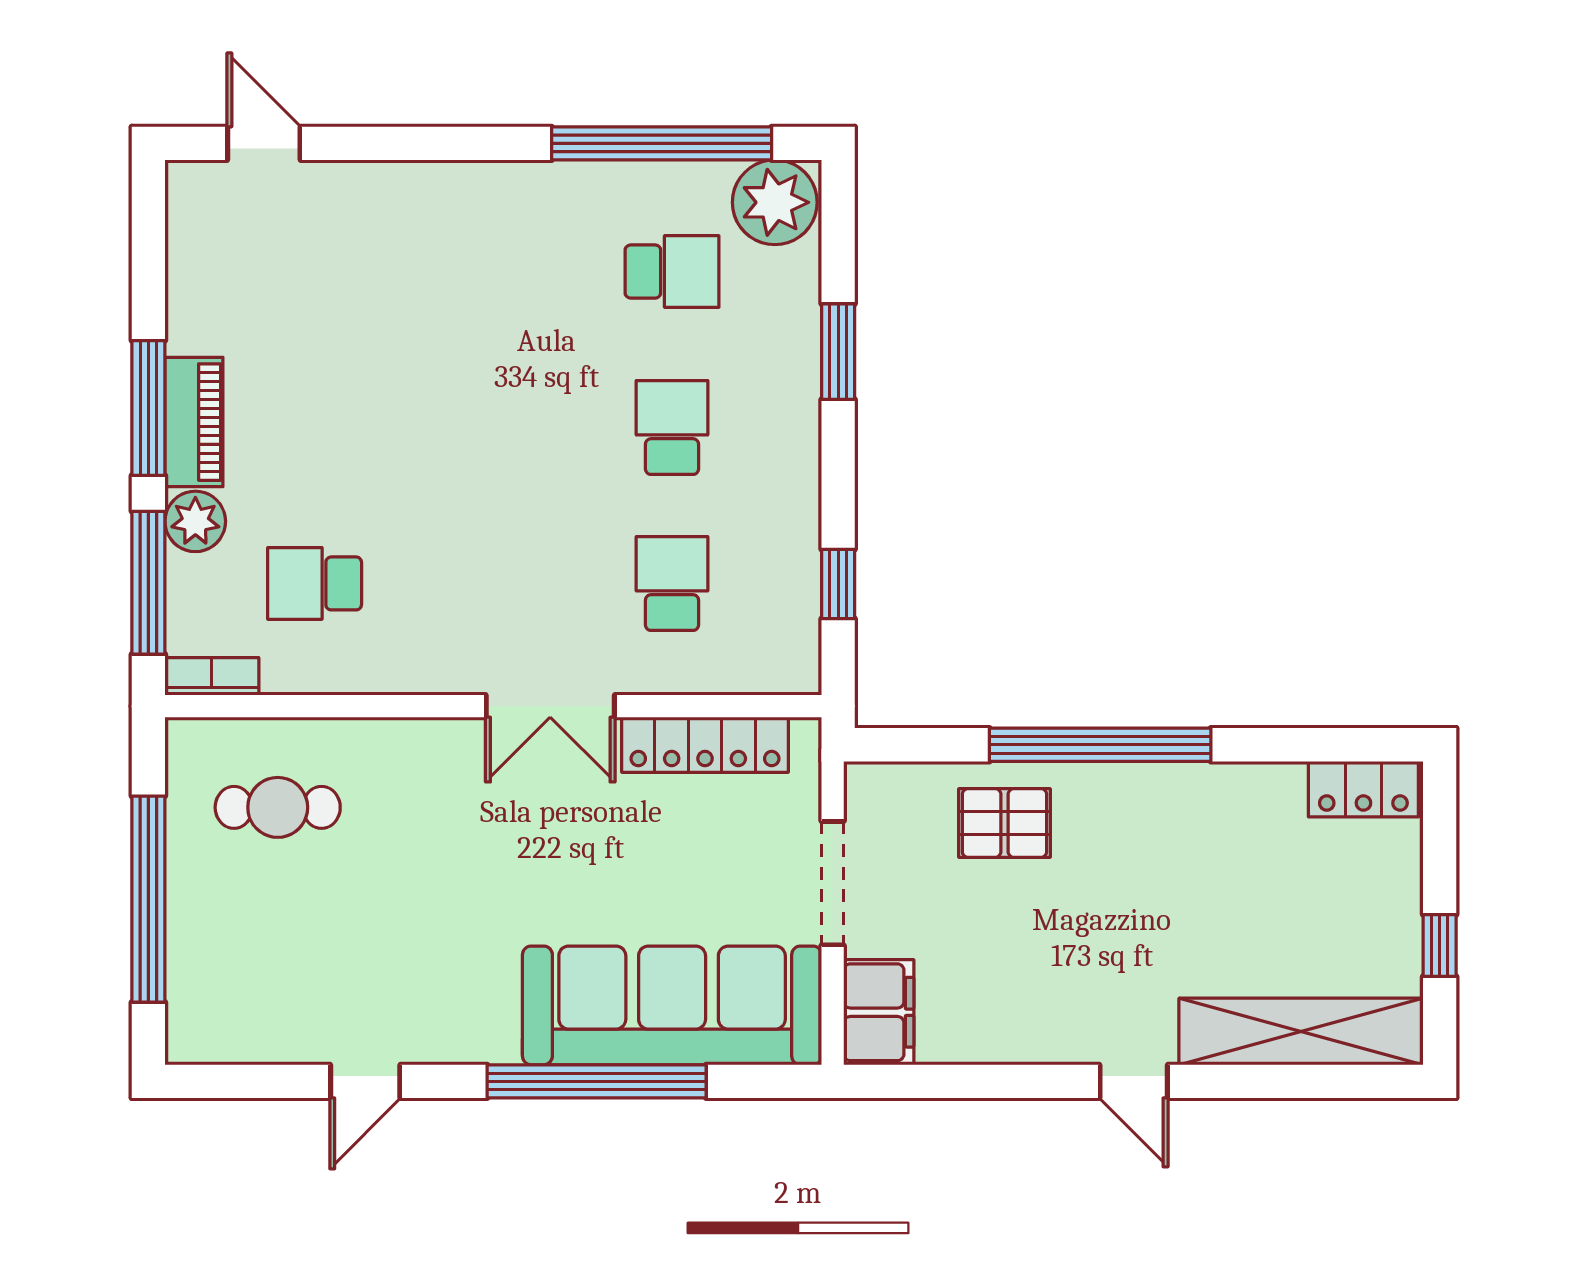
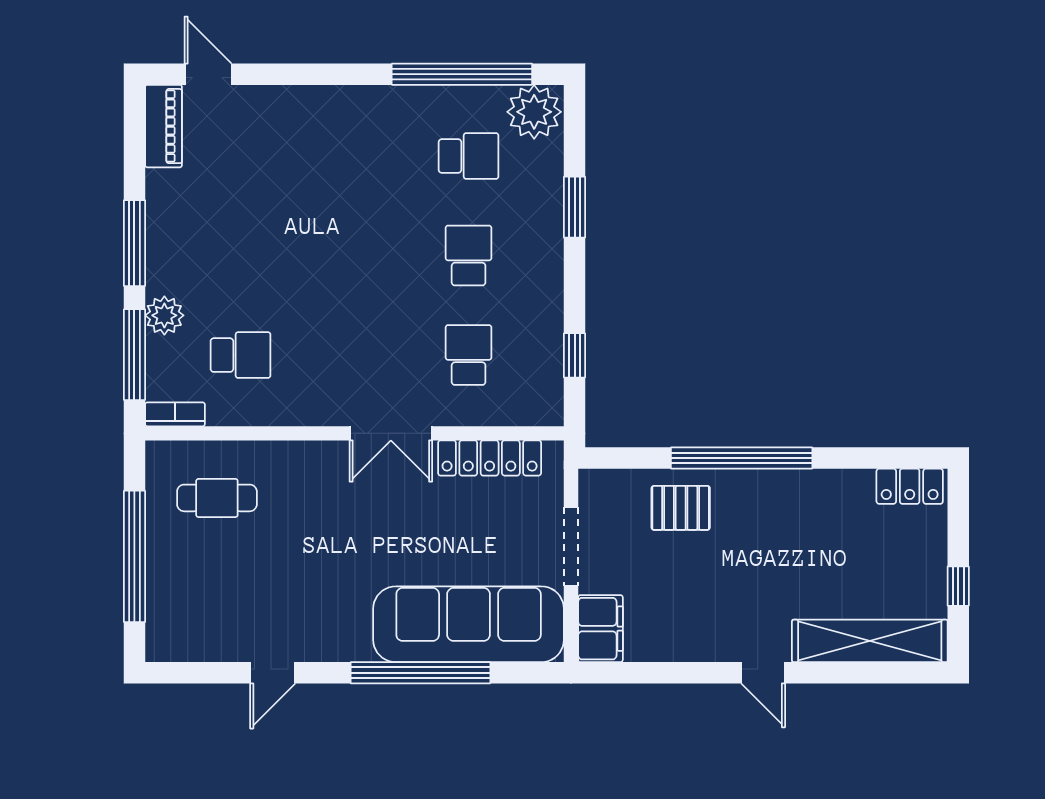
piano: (194, 422) -> (163, 126), moved
school desk: (315, 583) -> (240, 355), turned 180

